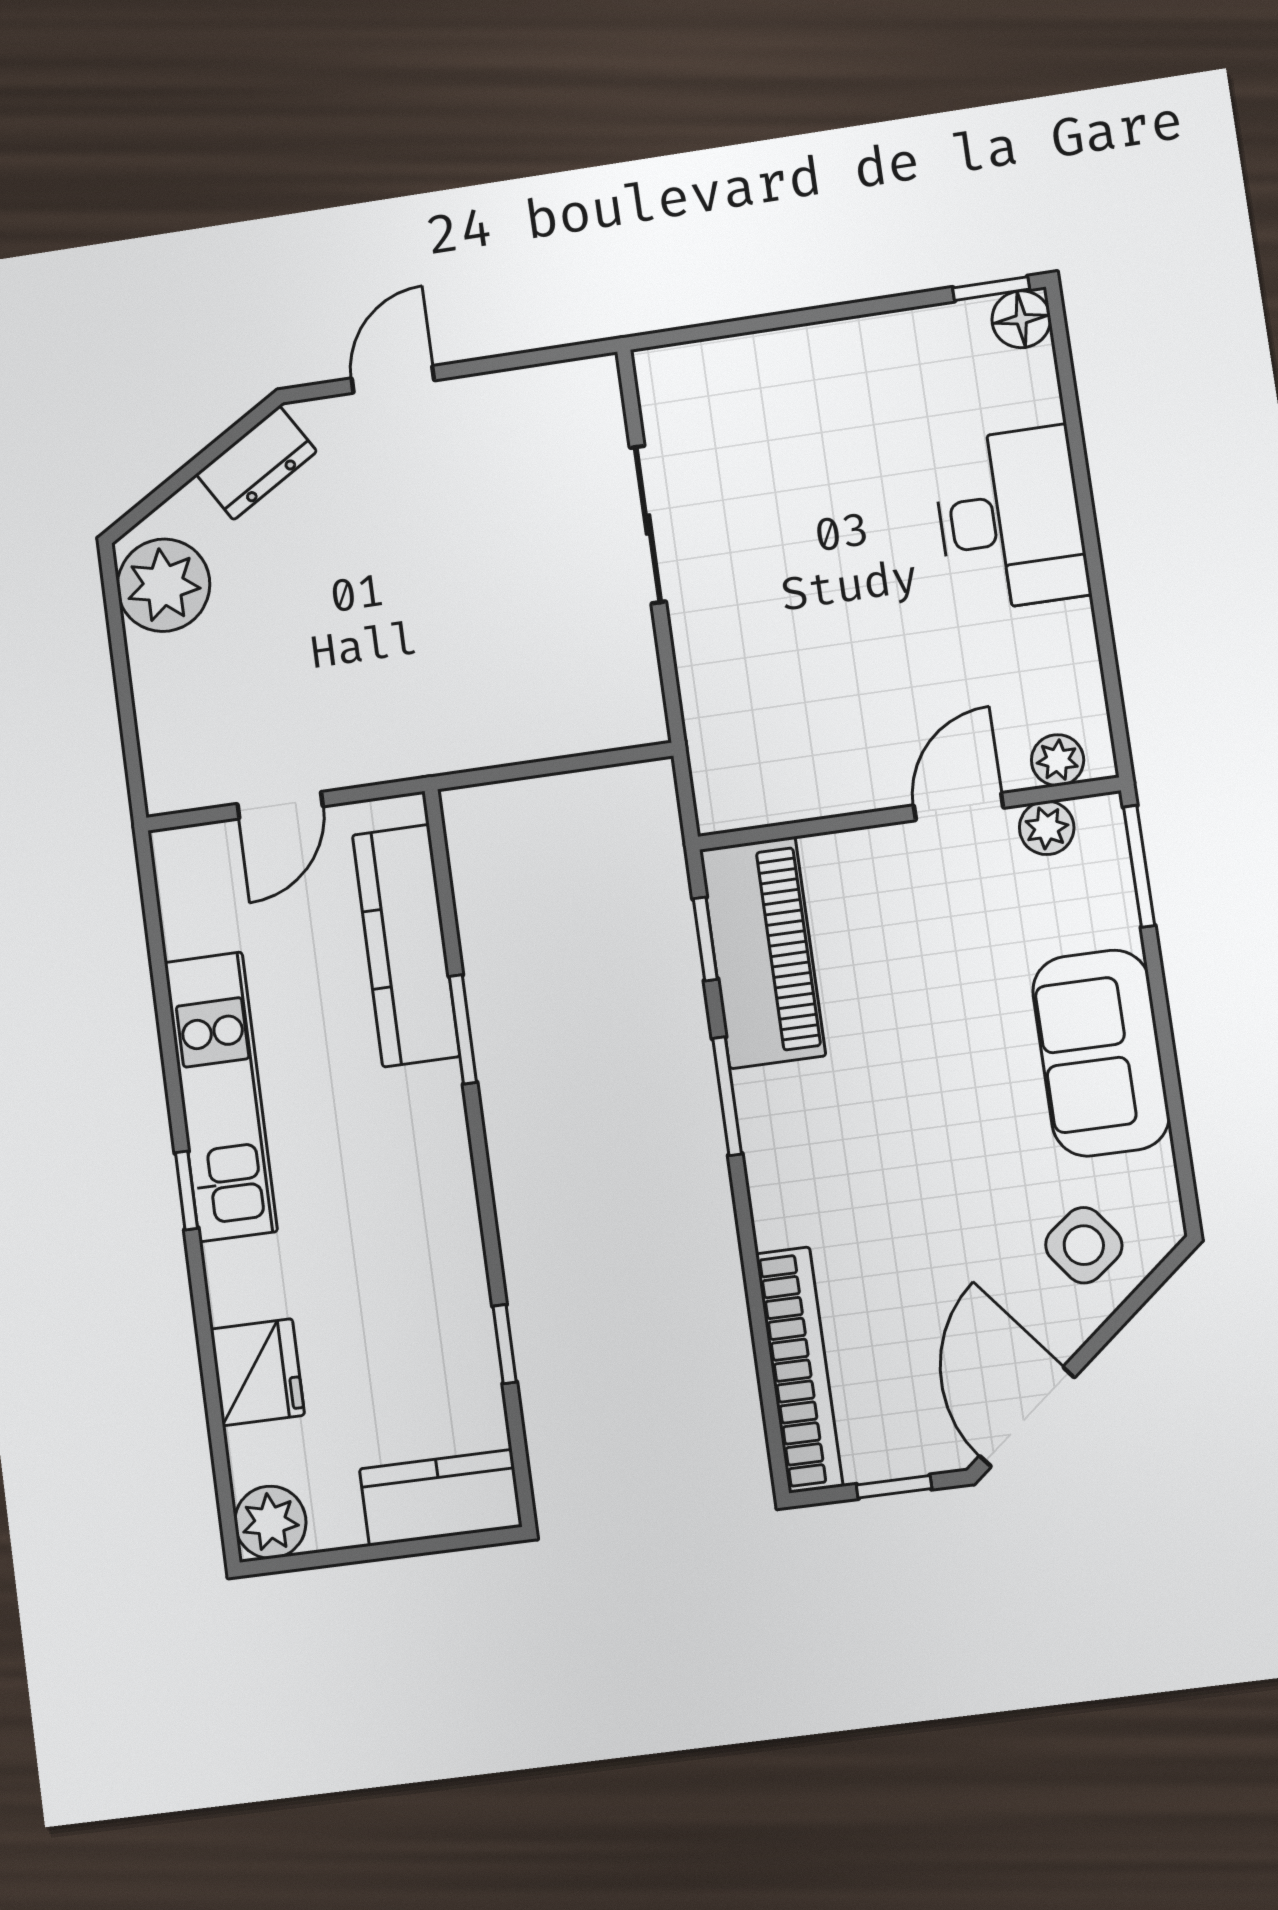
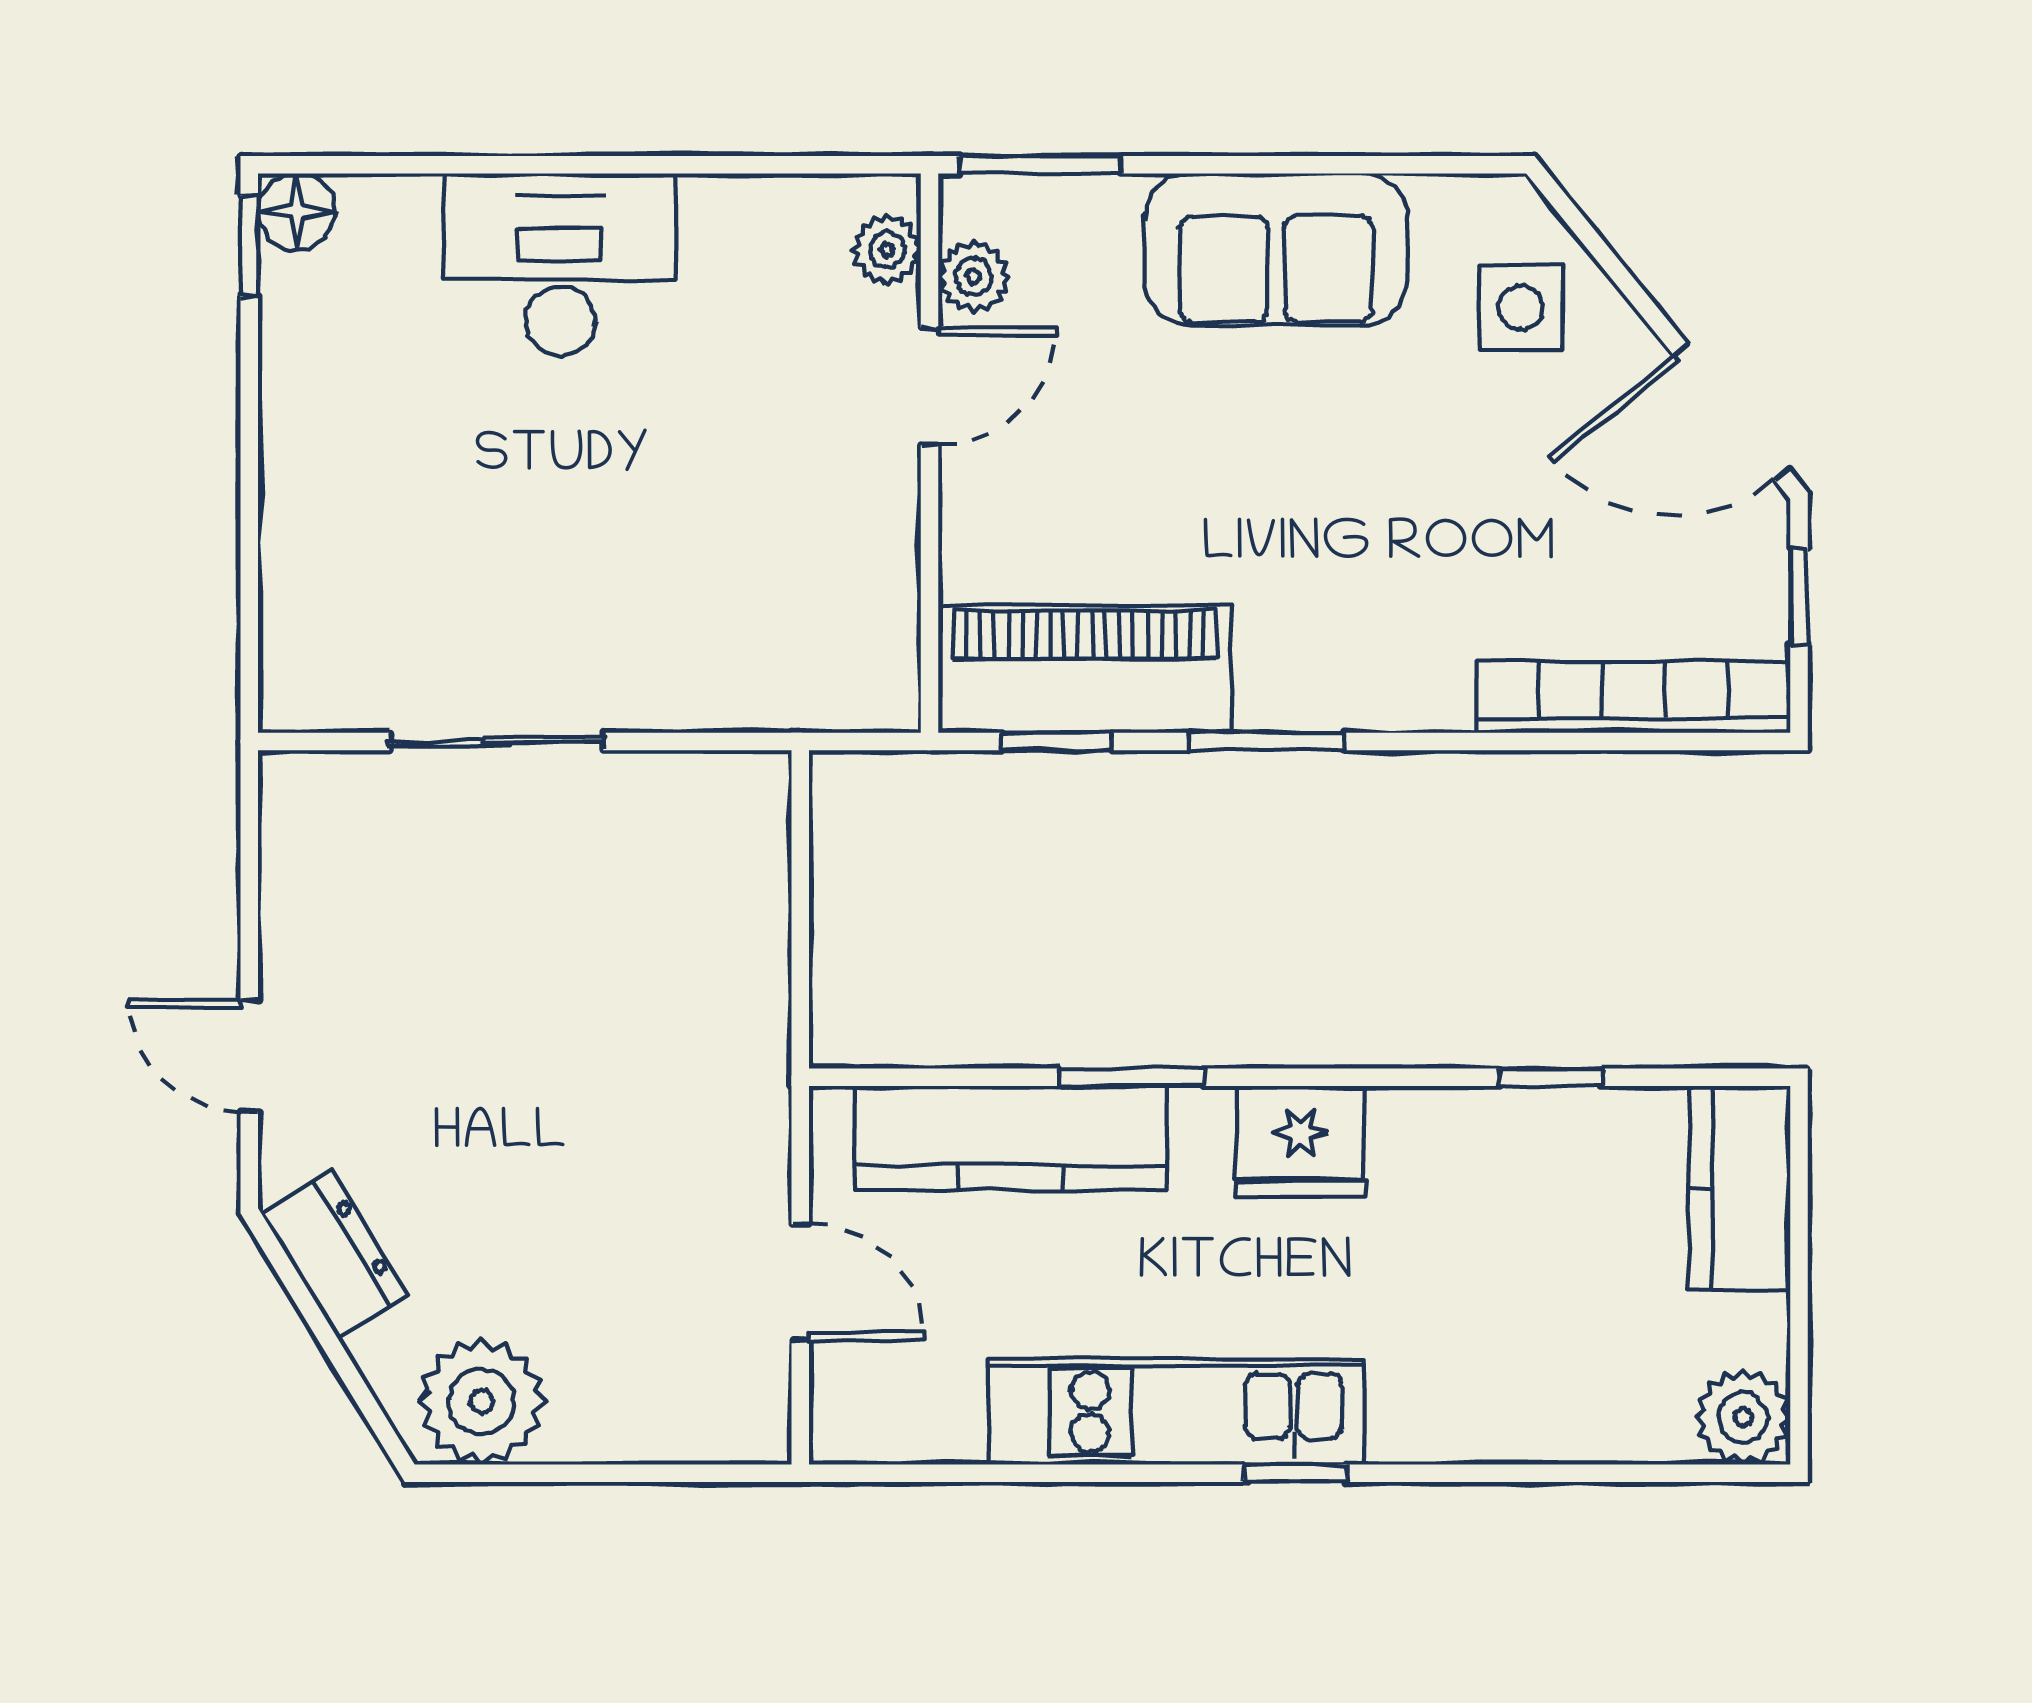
door: (959, 807) -> (929, 387), swing flipped
side table: (1084, 1245) -> (1521, 308), turned 37
fridge: (257, 1372) -> (1300, 1141), moved, turned 180

